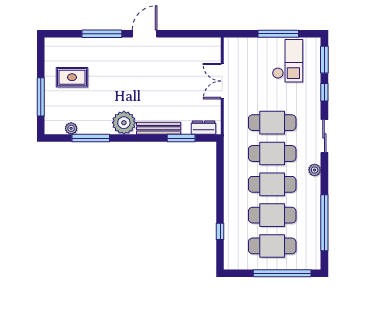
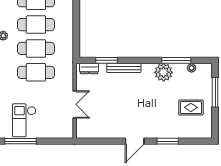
window: (102, 34) -> (168, 141), width x0.69
window: (278, 34) -> (21, 141), moved
plant: (124, 123) -> (164, 72), moved

